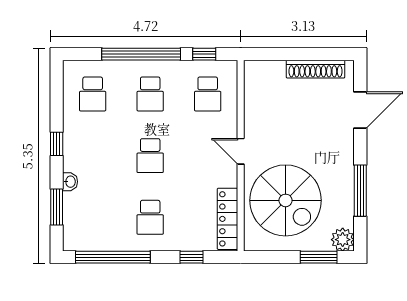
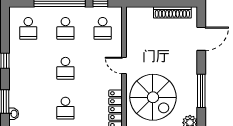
washbasin: (70, 182) -> (14, 114), moved

